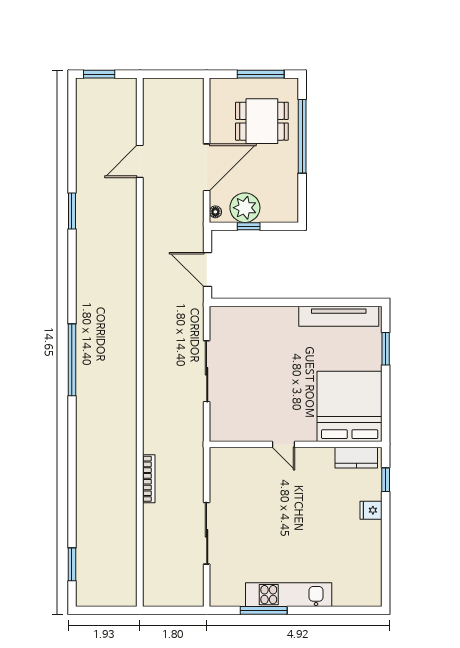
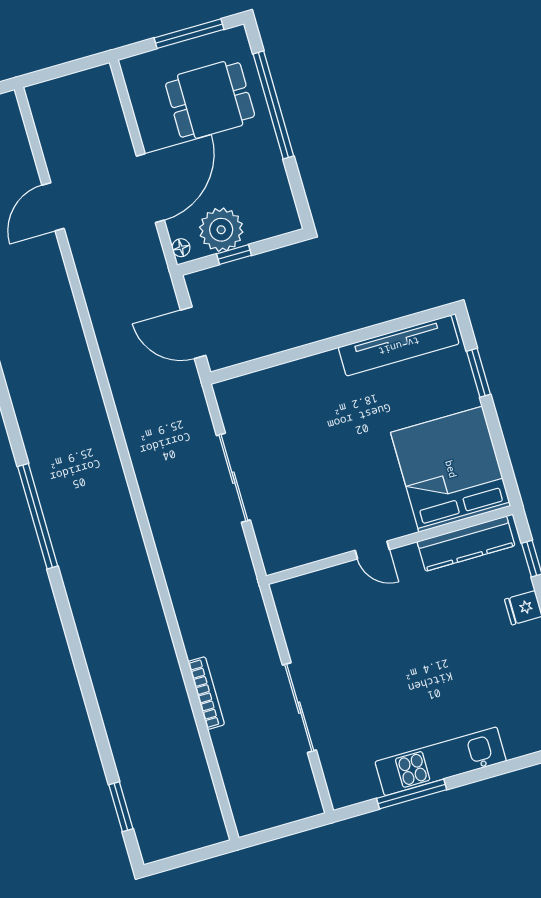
kitchen counter: (356, 458) -> (466, 544), width x1.50
bookcase: (149, 479) -> (206, 693), moved

